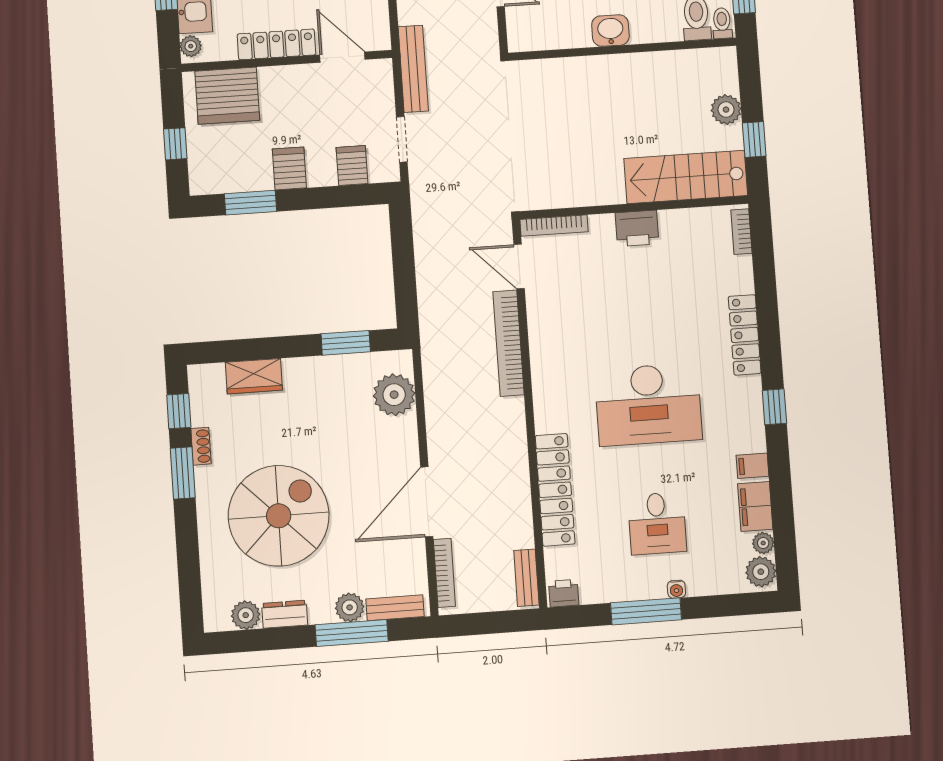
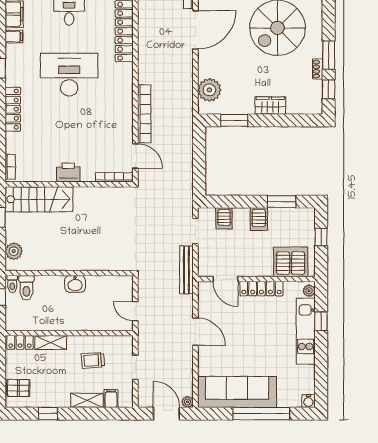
plant: (726, 110) -> (14, 251), moved
wardrobe: (254, 376) -> (270, 106), moved

